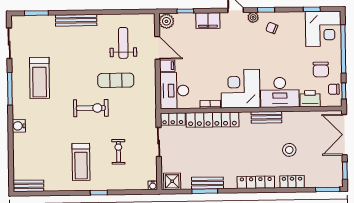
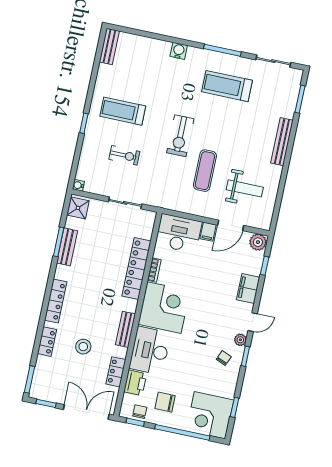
locker: (173, 119) -> (116, 372), moved

